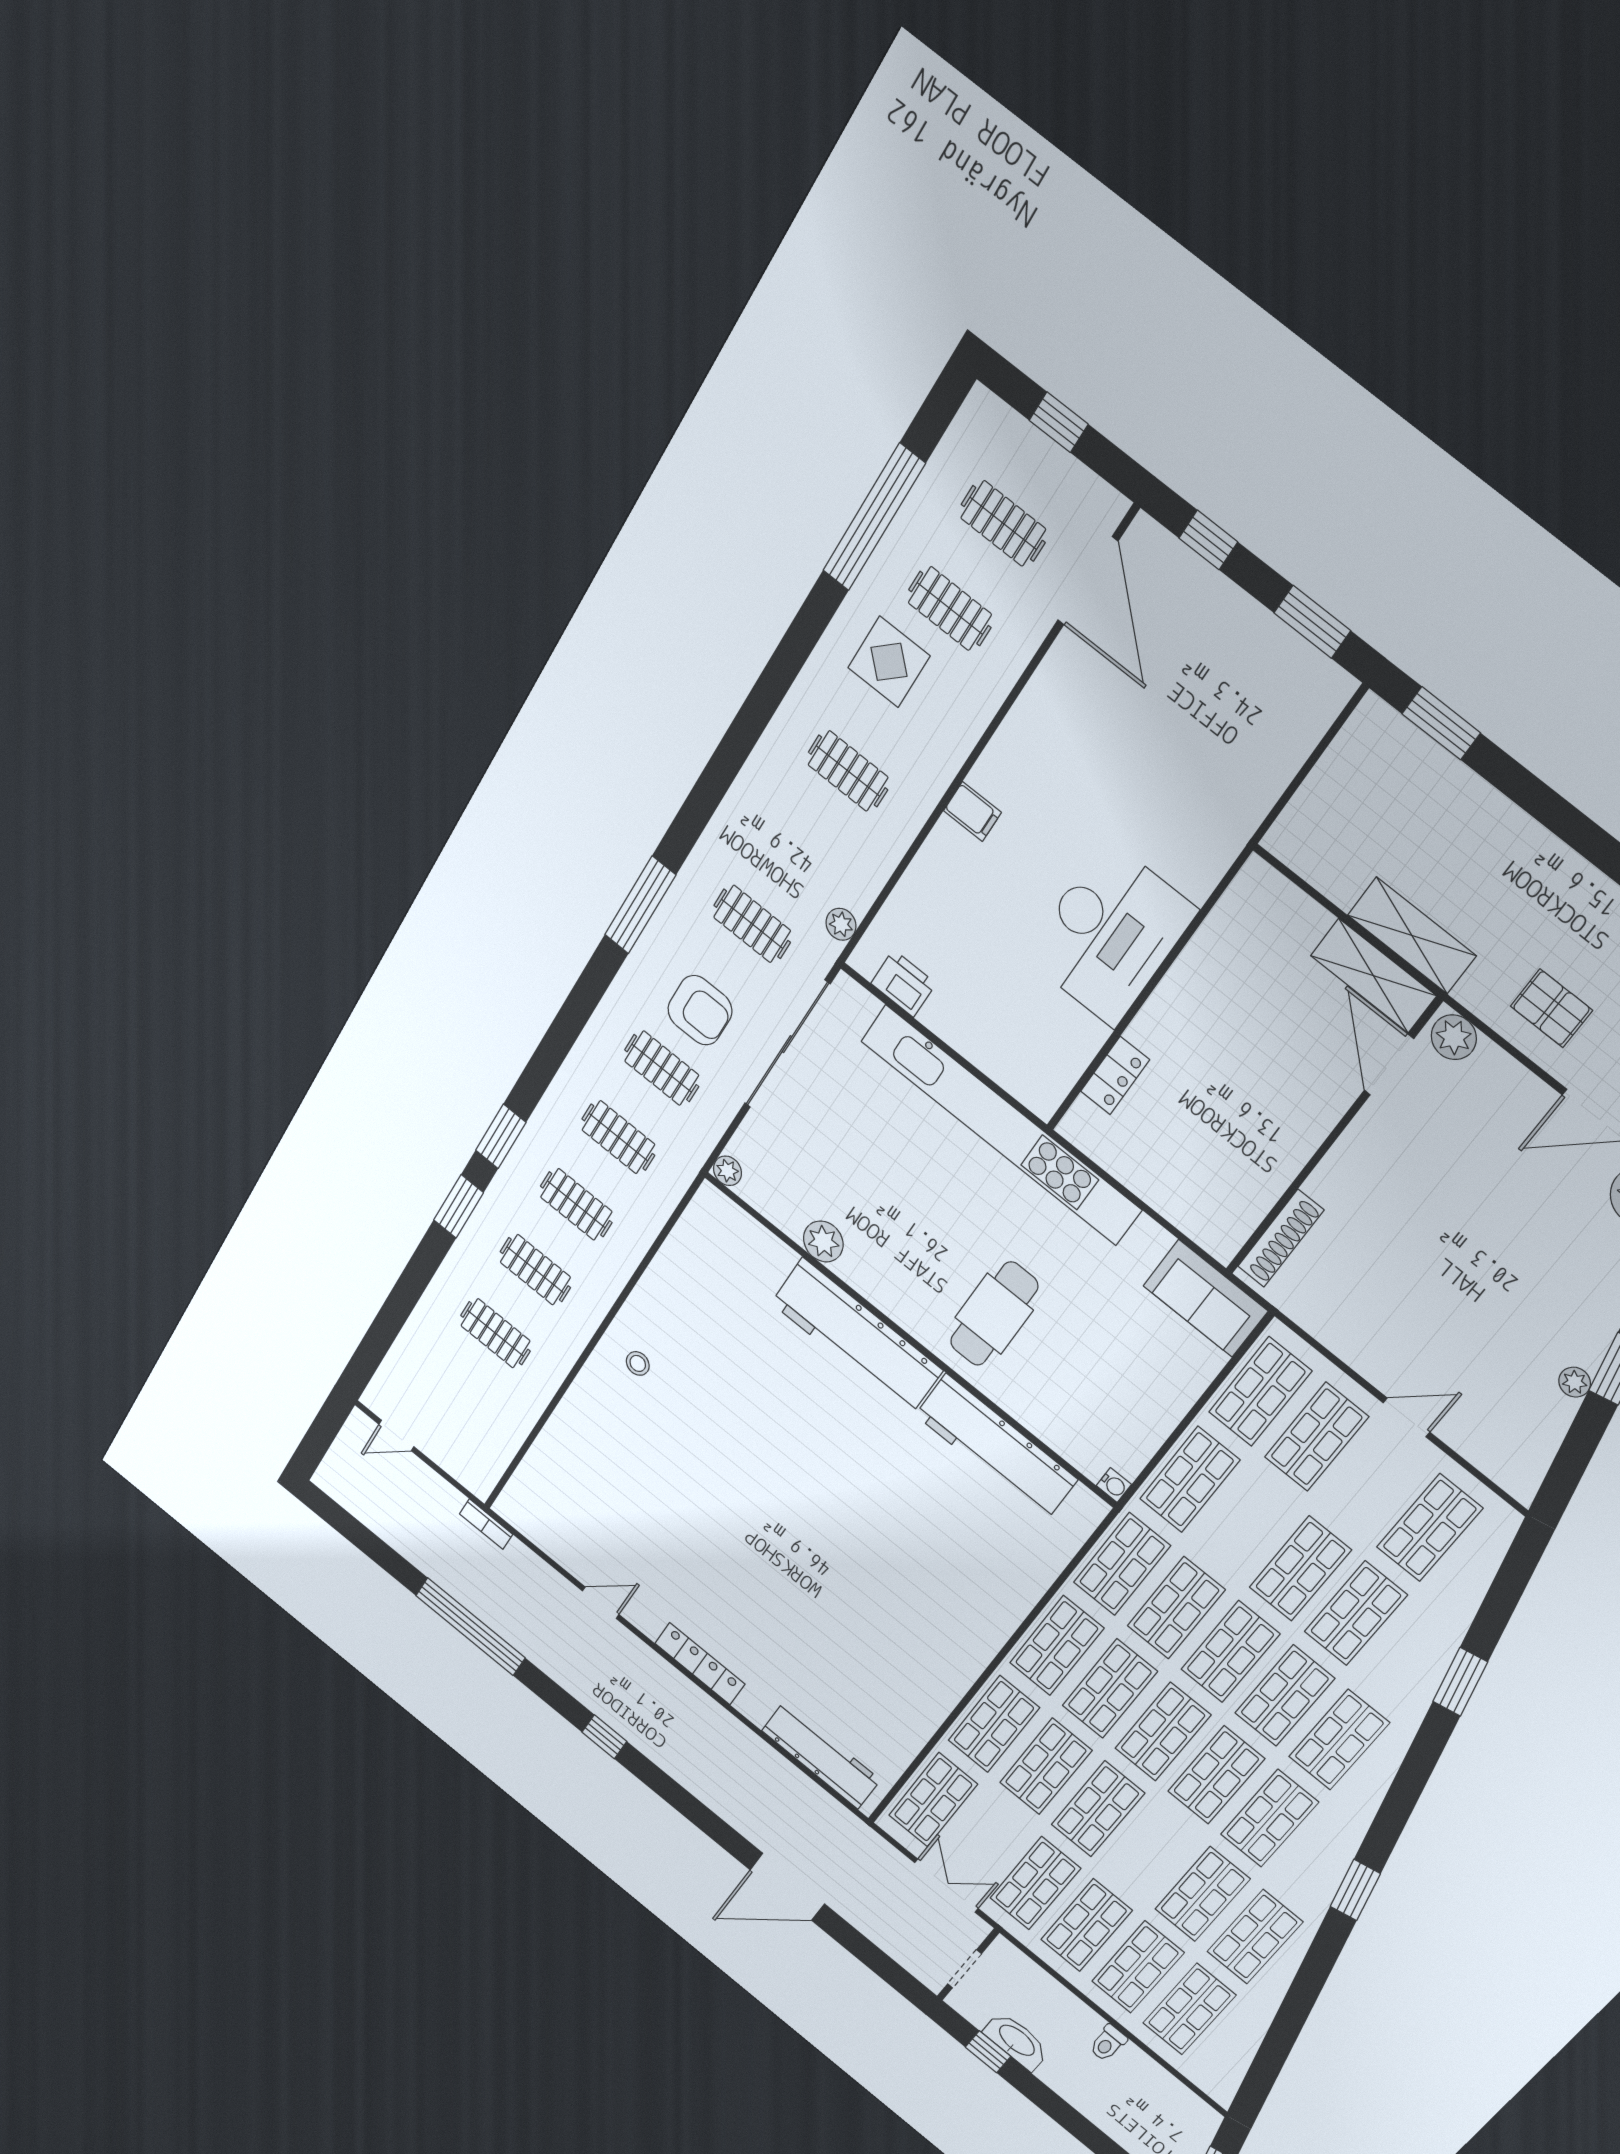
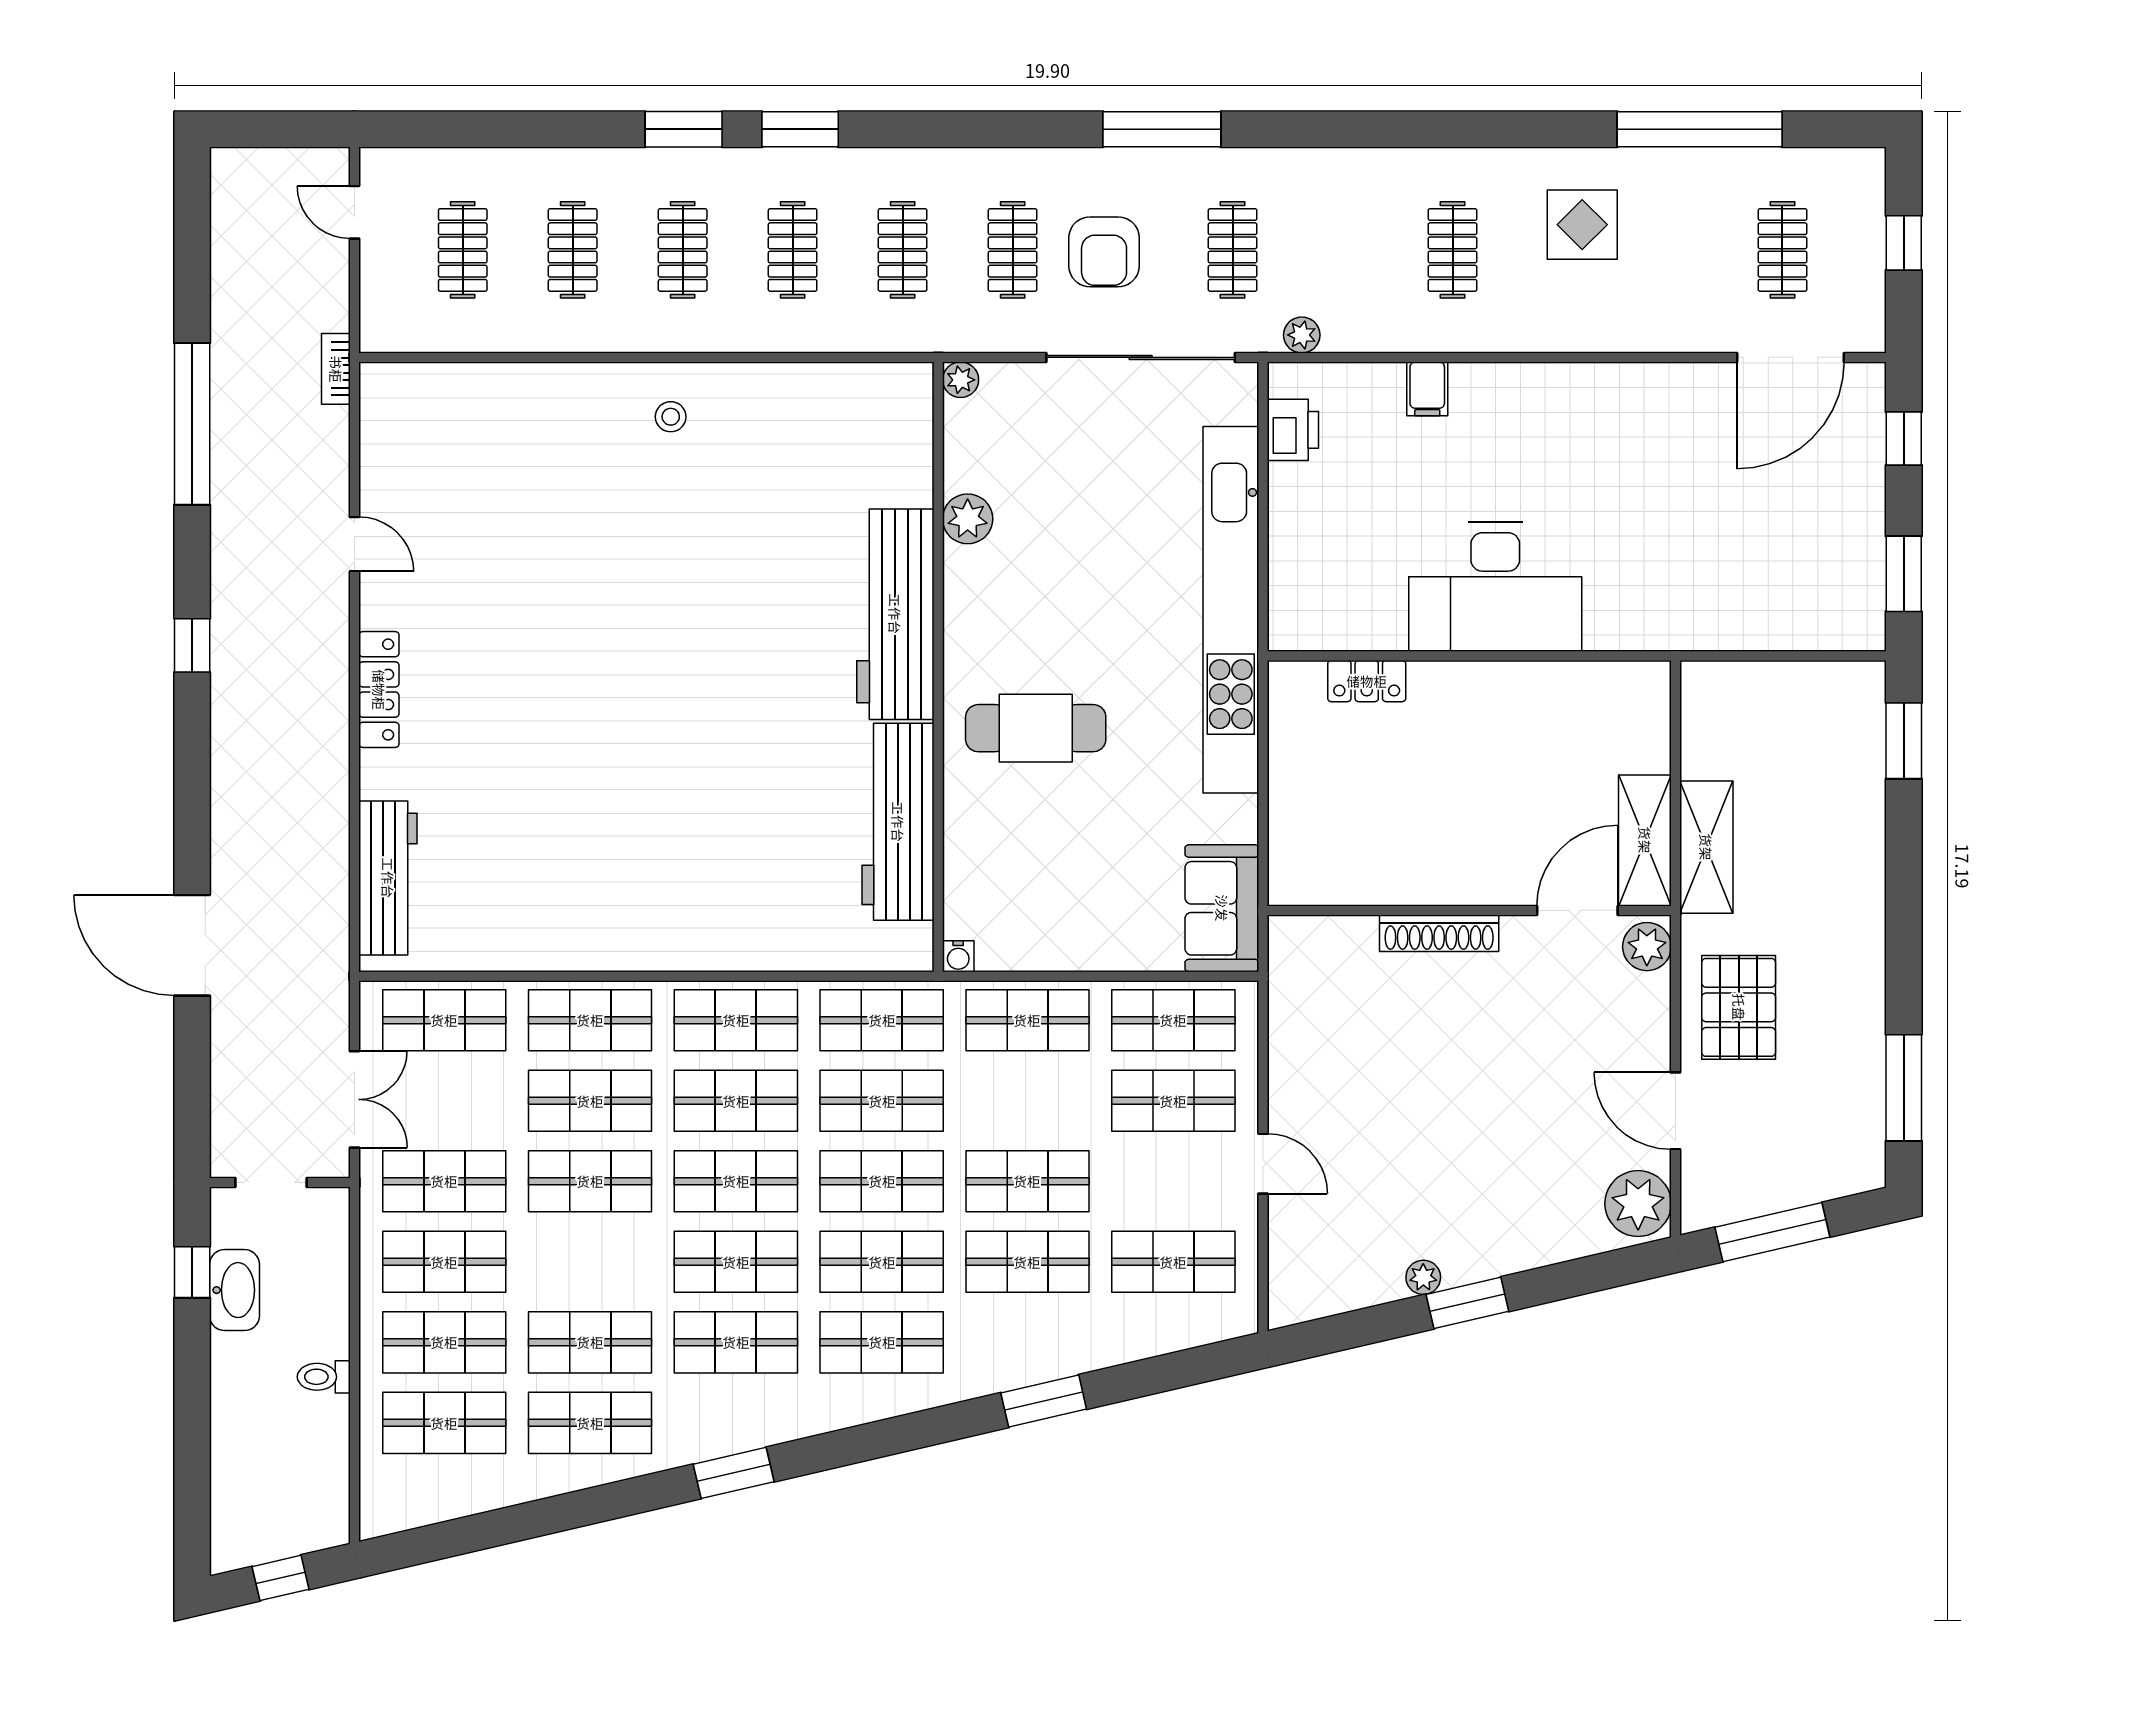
clothes rail: (950, 609) -> (463, 250), moved
filing cabinet: (972, 811) -> (1427, 389), moved
pallet: (1551, 1008) -> (1739, 1007), width x1.50, depth x1.42
shoe rack: (1281, 1238) -> (1439, 933), moved

